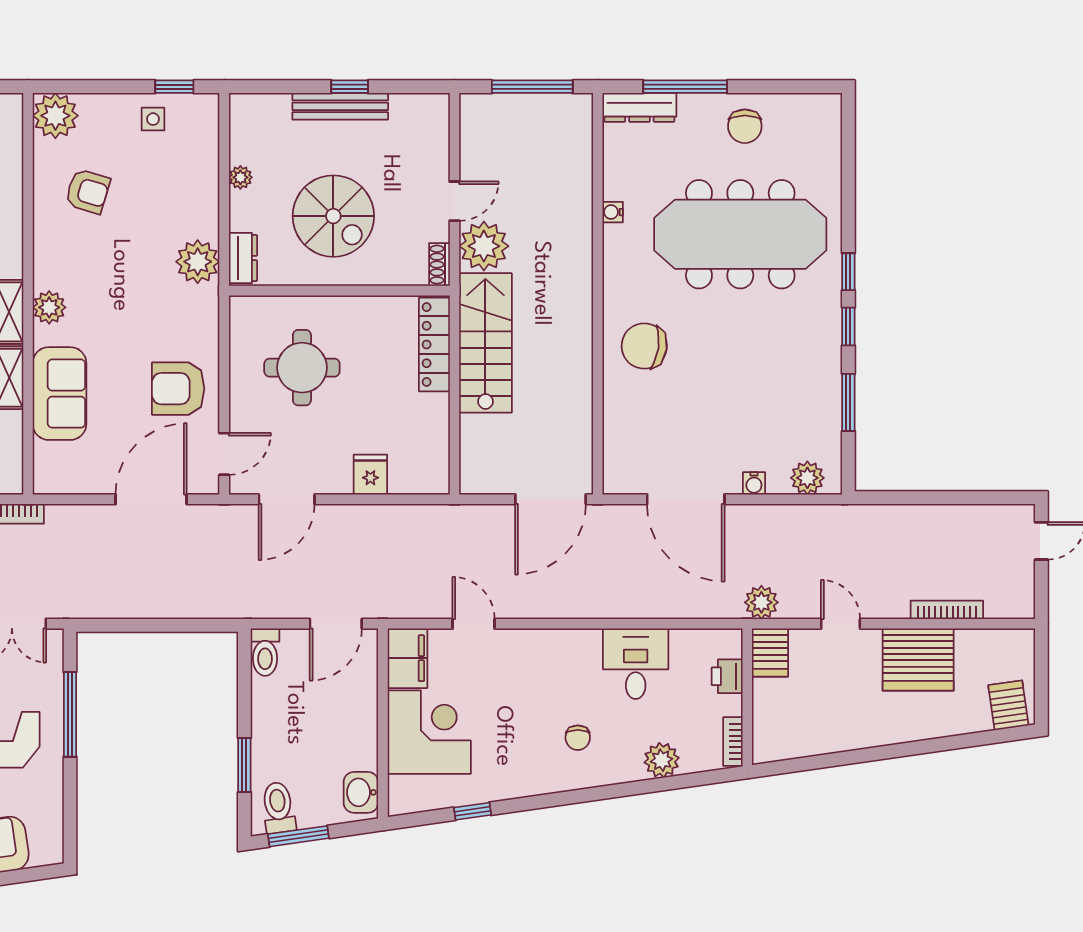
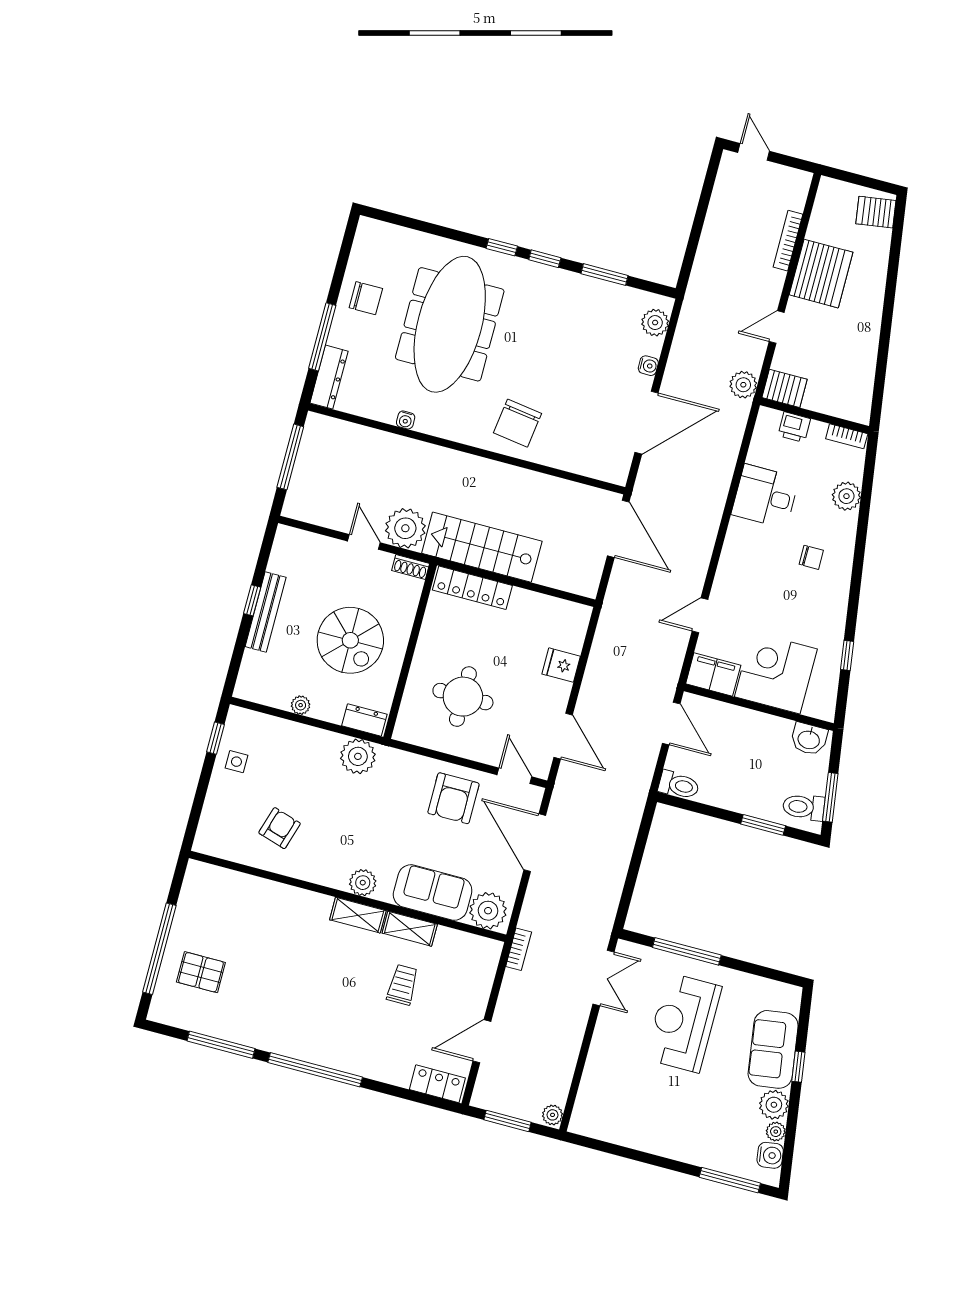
plant: (55, 116) -> (488, 911), moved
spiral stairs: (333, 216) -> (350, 640), turned 90

